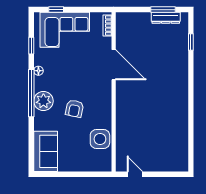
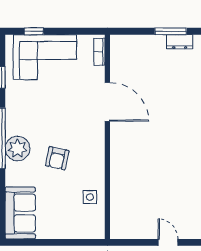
dresser: (166, 18) -> (180, 42), width x0.70
floor lamp: (38, 71) -> (11, 110), removed
side table: (100, 139) -> (90, 197), width x0.54, depth x0.54
door: (135, 174) -> (168, 242), moved

